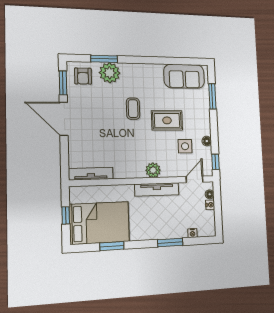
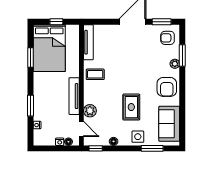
plant: (110, 73) -> (175, 64), width x0.53, depth x0.53
armchair: (142, 78) -> (167, 87), added
coffee table: (133, 109) -> (95, 74), moved
side table: (185, 146) -> (138, 137), moved
plant: (153, 170) -> (90, 111), moved

